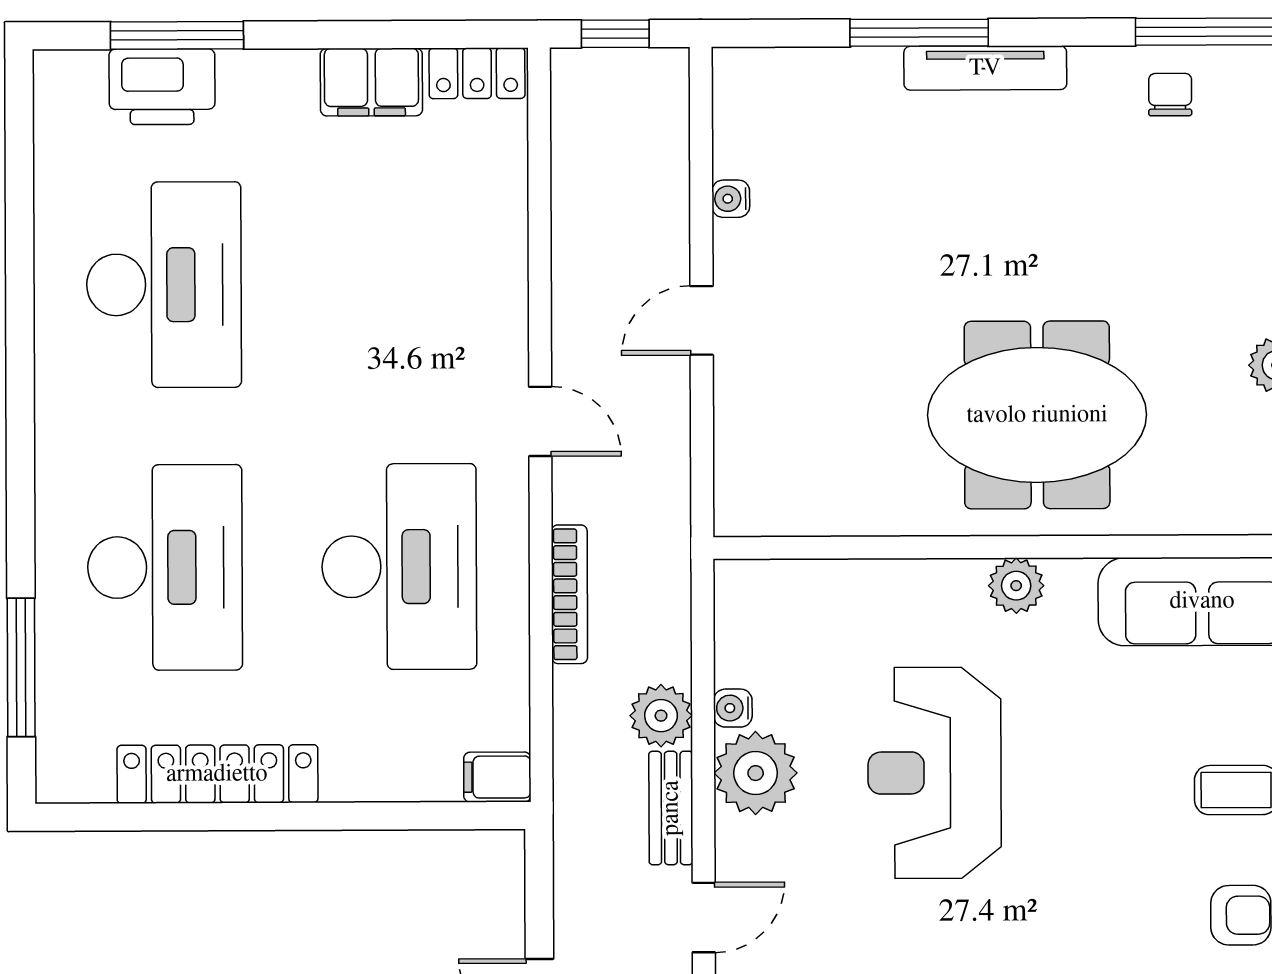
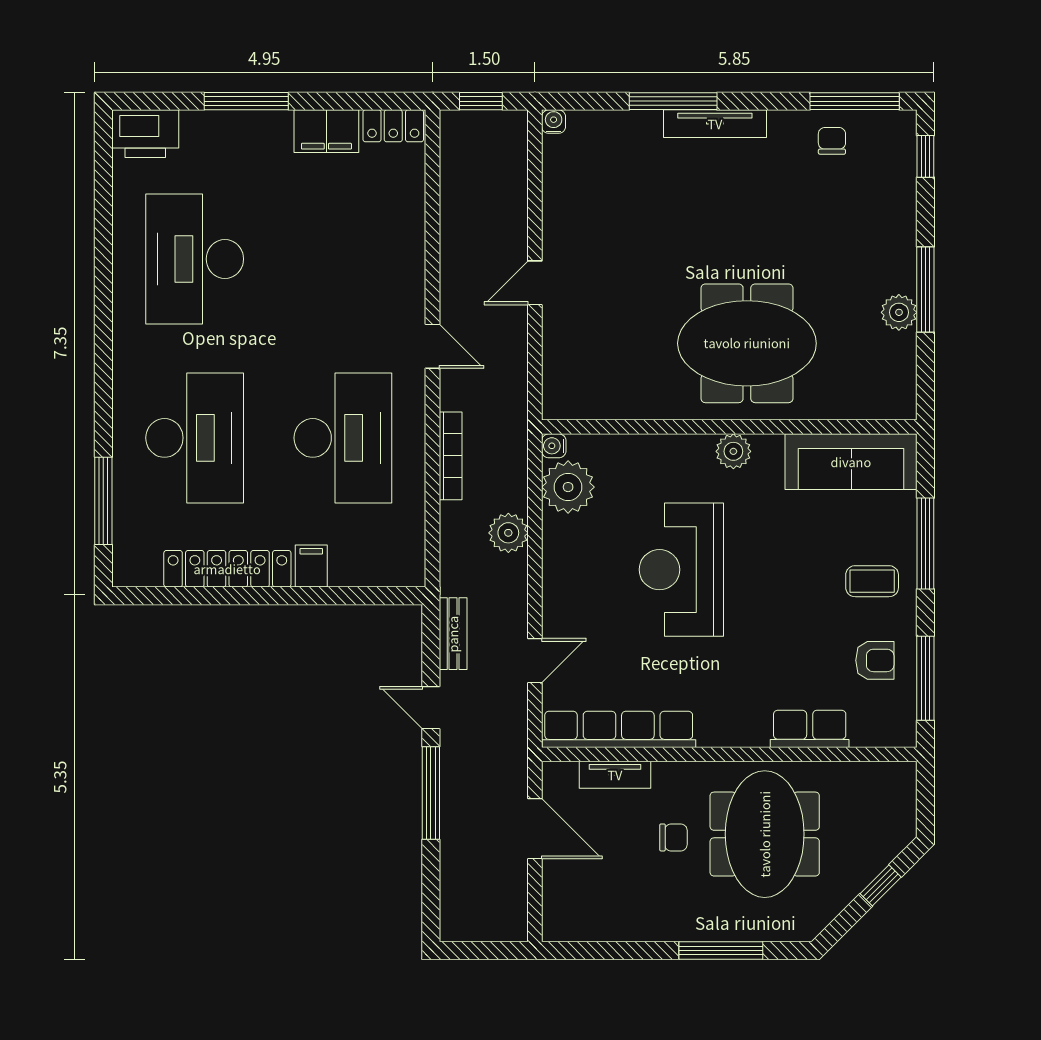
window: (177, 35) -> (246, 101), moved
printer: (162, 87) -> (145, 134), moved
water cooler: (731, 199) -> (554, 122), moved, turned 90
desk: (164, 285) -> (195, 259), turned 180
water cooler: (733, 708) -> (554, 446), moved
plant: (756, 773) -> (568, 487), moved
filing cabinet: (497, 777) -> (311, 566), moved, turned 90
bench: (671, 808) -> (453, 634), moved

